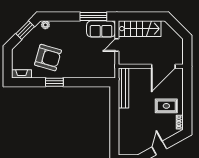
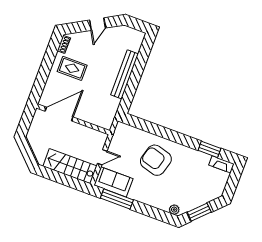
armchair: (48, 58) -> (156, 160), moved
window: (54, 82) -> (209, 149), moved
bench: (123, 88) -> (125, 74), moved

